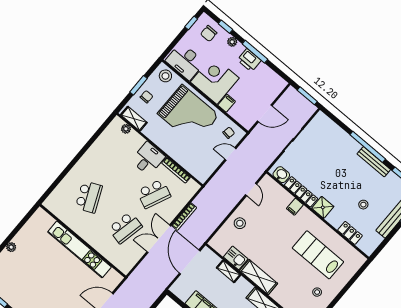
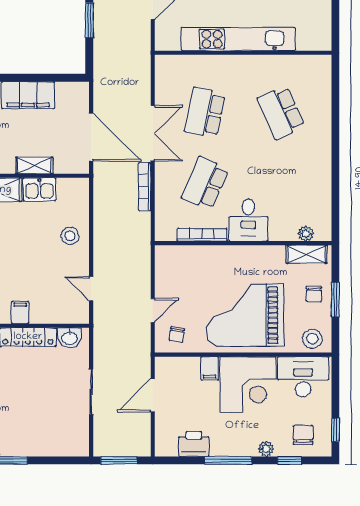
printer: (249, 60) -> (194, 444), moved

